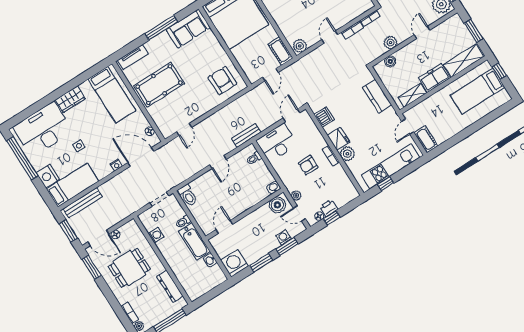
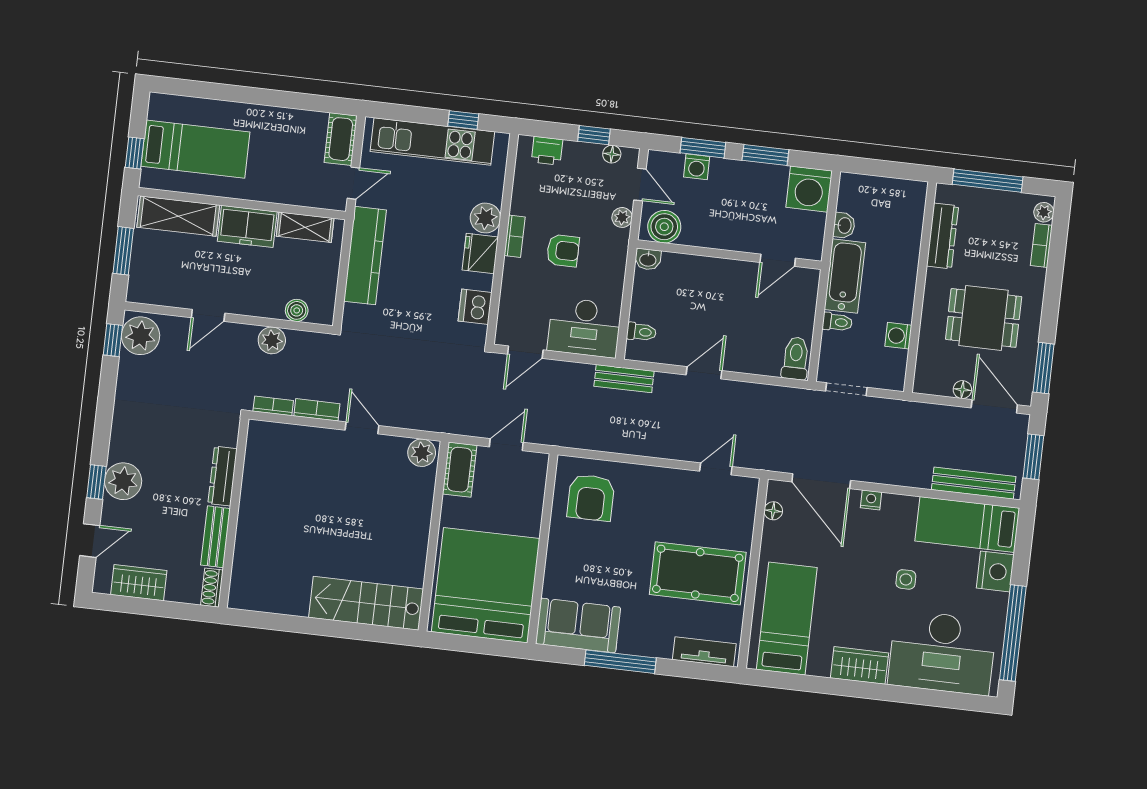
door: (330, 37) -> (362, 428), swing flipped
kitchen counter: (377, 96) -> (365, 256), width x1.50
printer: (329, 208) -> (547, 151), moved

